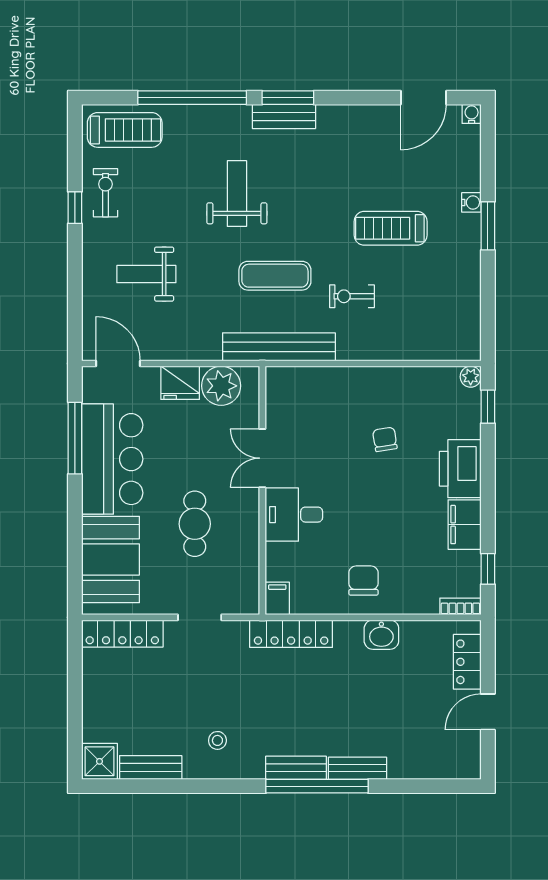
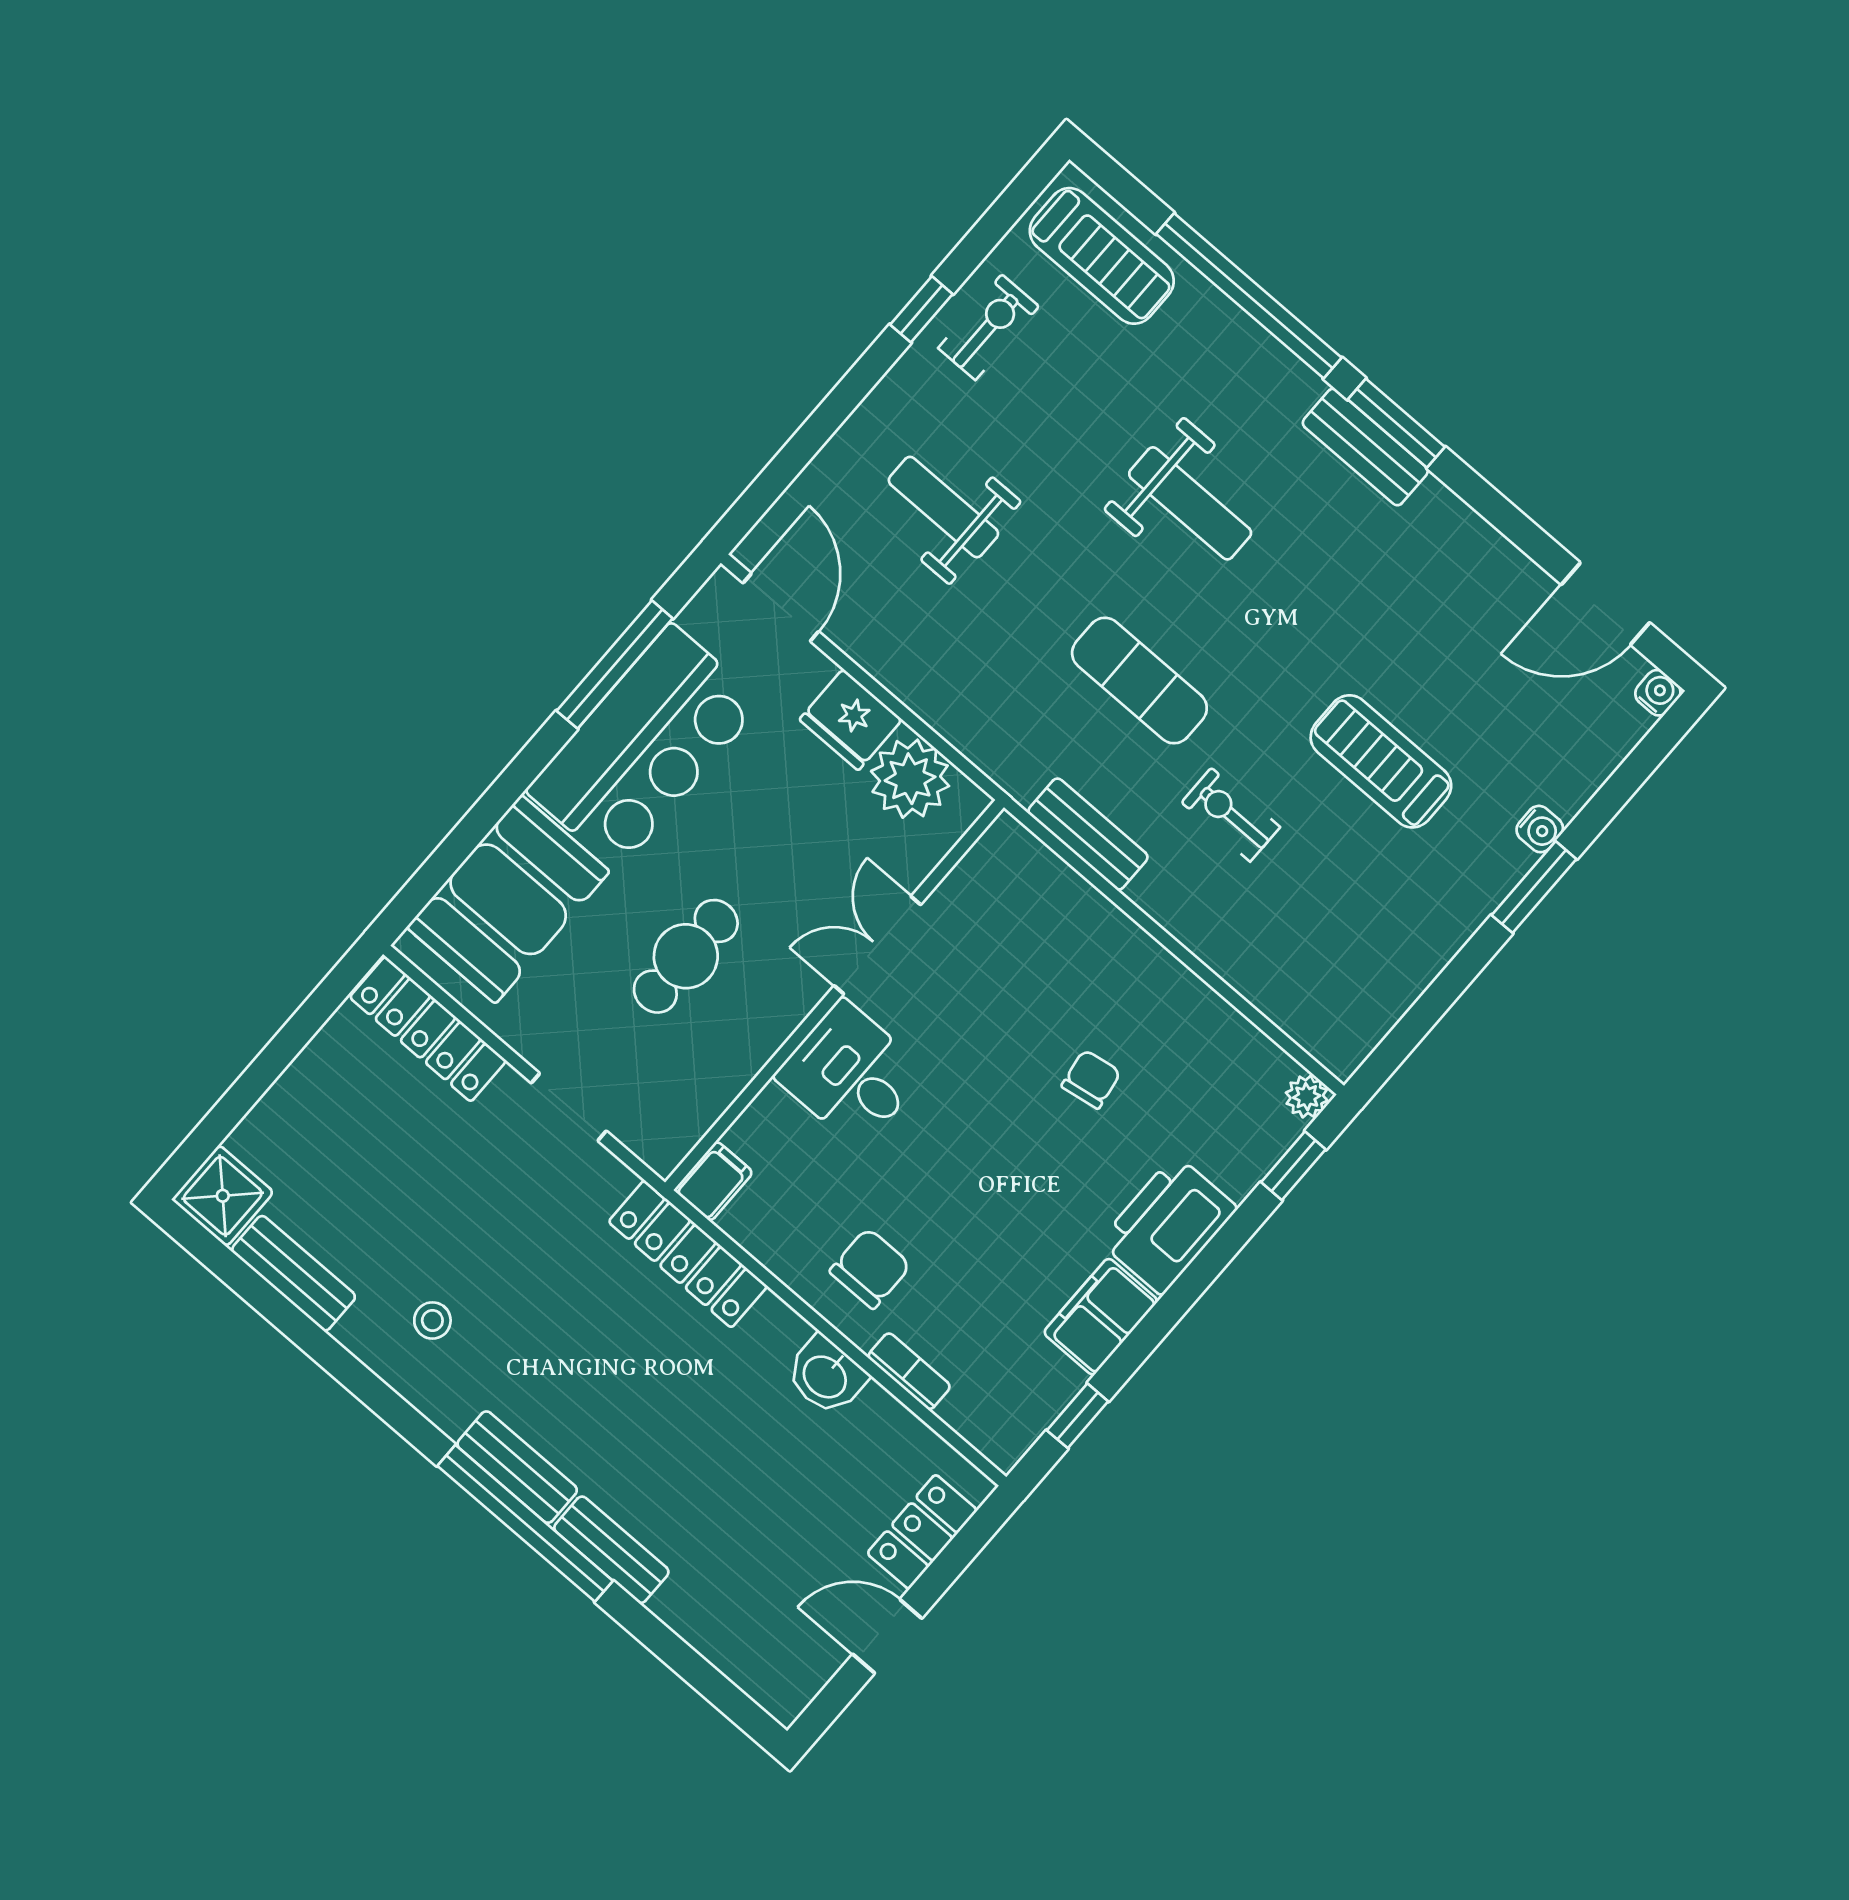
weight bench: (237, 194) -> (1190, 503), turned 90
bench: (279, 347) -> (1088, 834), width x0.54, depth x0.82
bookcase: (460, 606) -> (909, 1371), moved

